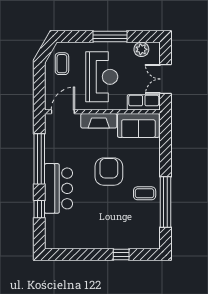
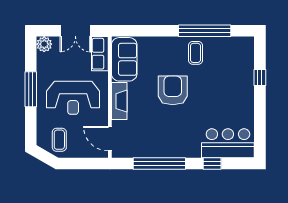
plant: (141, 49) -> (44, 44), moved
coffee table: (62, 64) -> (59, 140), turned 90
reception desk: (102, 77) -> (73, 98), turned 180
armchair: (109, 172) -> (173, 90), turned 90
bar counter: (59, 188) -> (228, 143), moved

